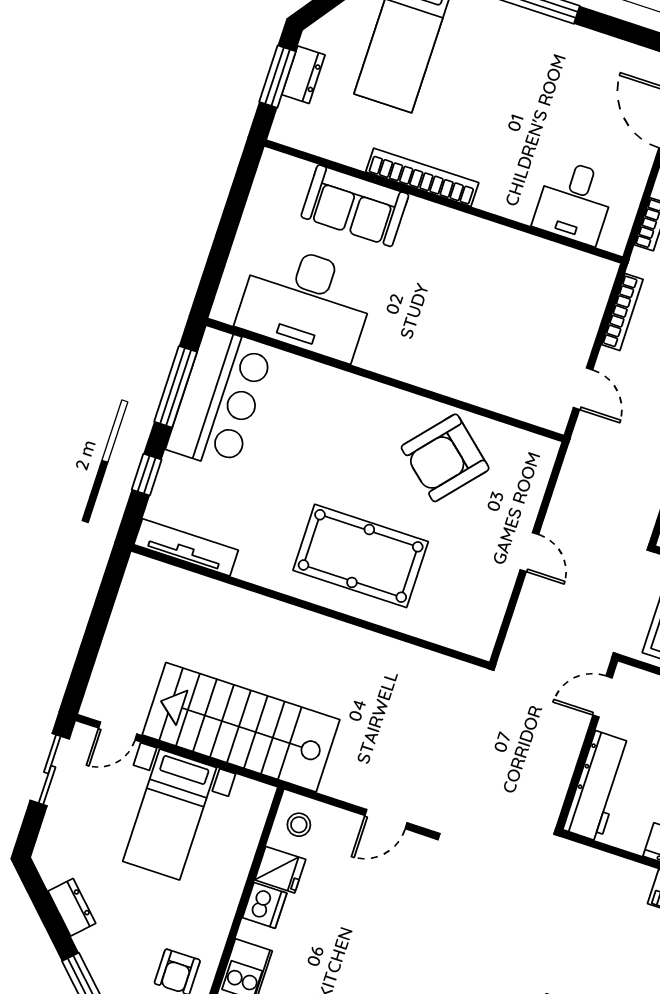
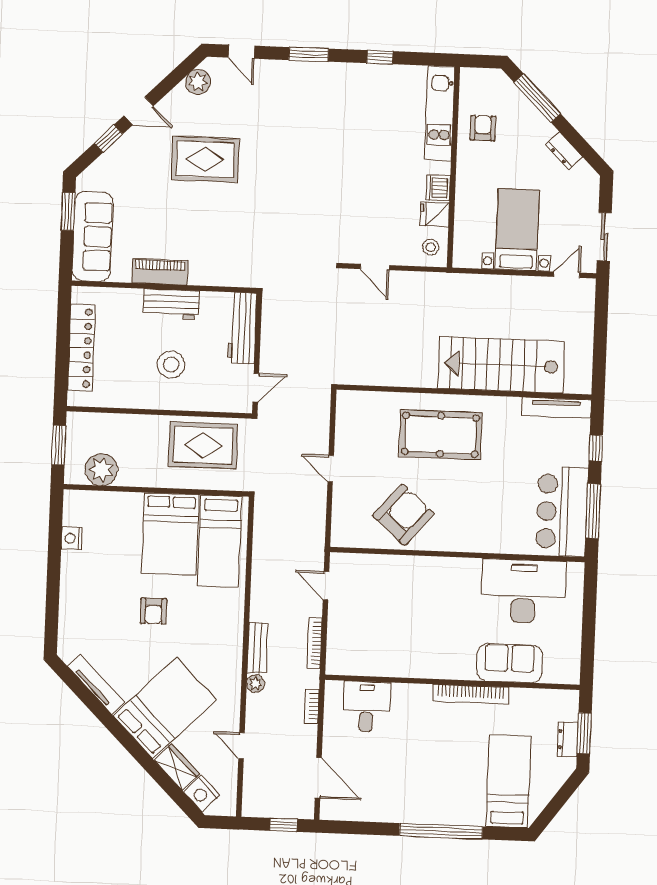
stairs: (241, 727) -> (501, 365), moved, turned 180
door: (386, 819) -> (375, 267), swing flipped

